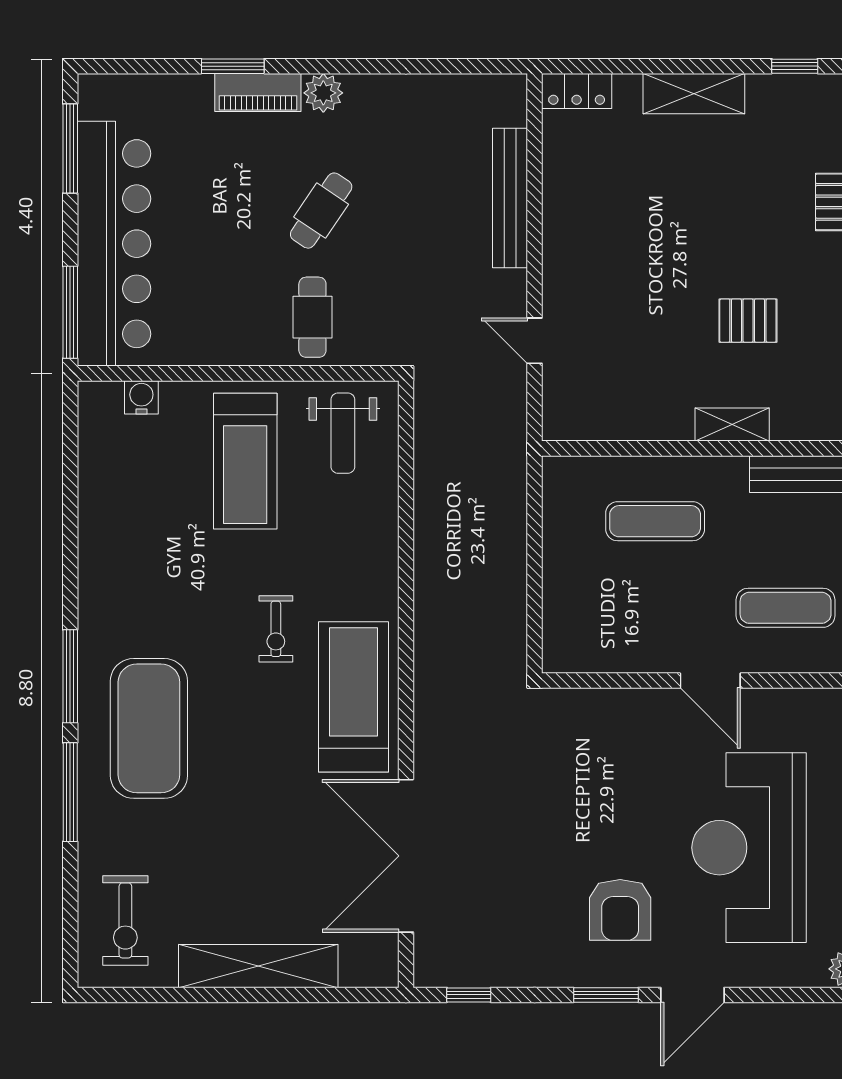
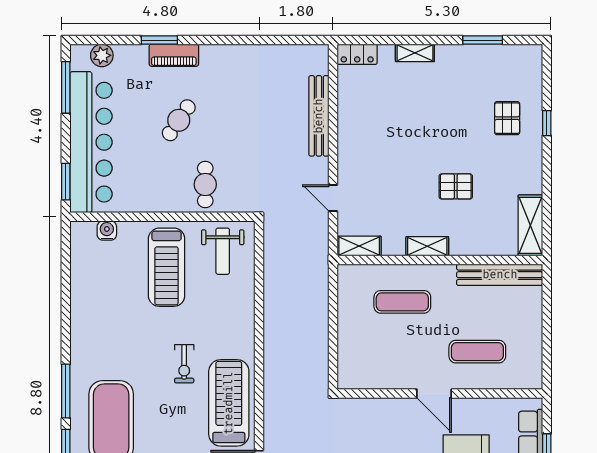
window: (795, 66) -> (483, 40), width x1.50
plant: (323, 93) -> (102, 55), moved
shelving: (694, 94) -> (415, 53), width x0.67, depth x0.75
cafe table: (321, 211) -> (179, 120), moved
window: (70, 312) -> (66, 182), width x0.69
shelving: (580, 424) -> (359, 246), added
shelving: (732, 425) -> (427, 246), moved

